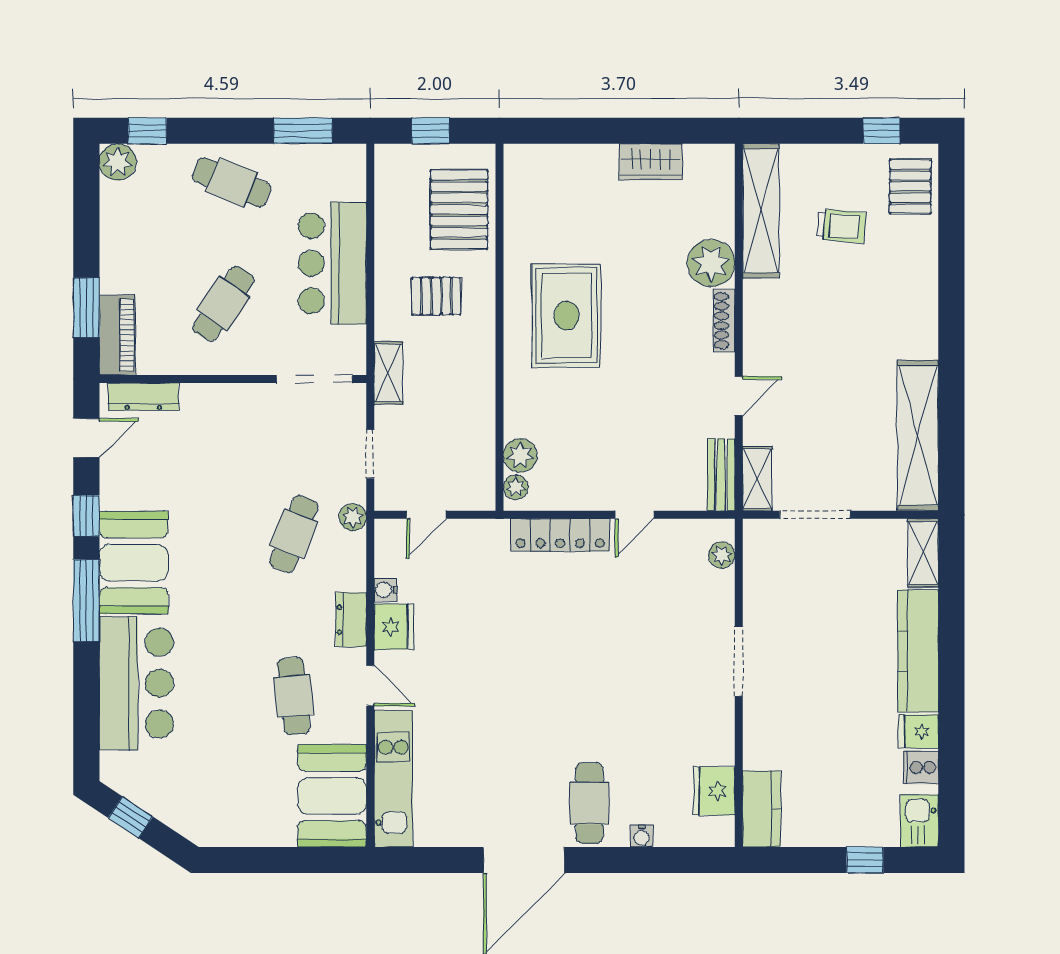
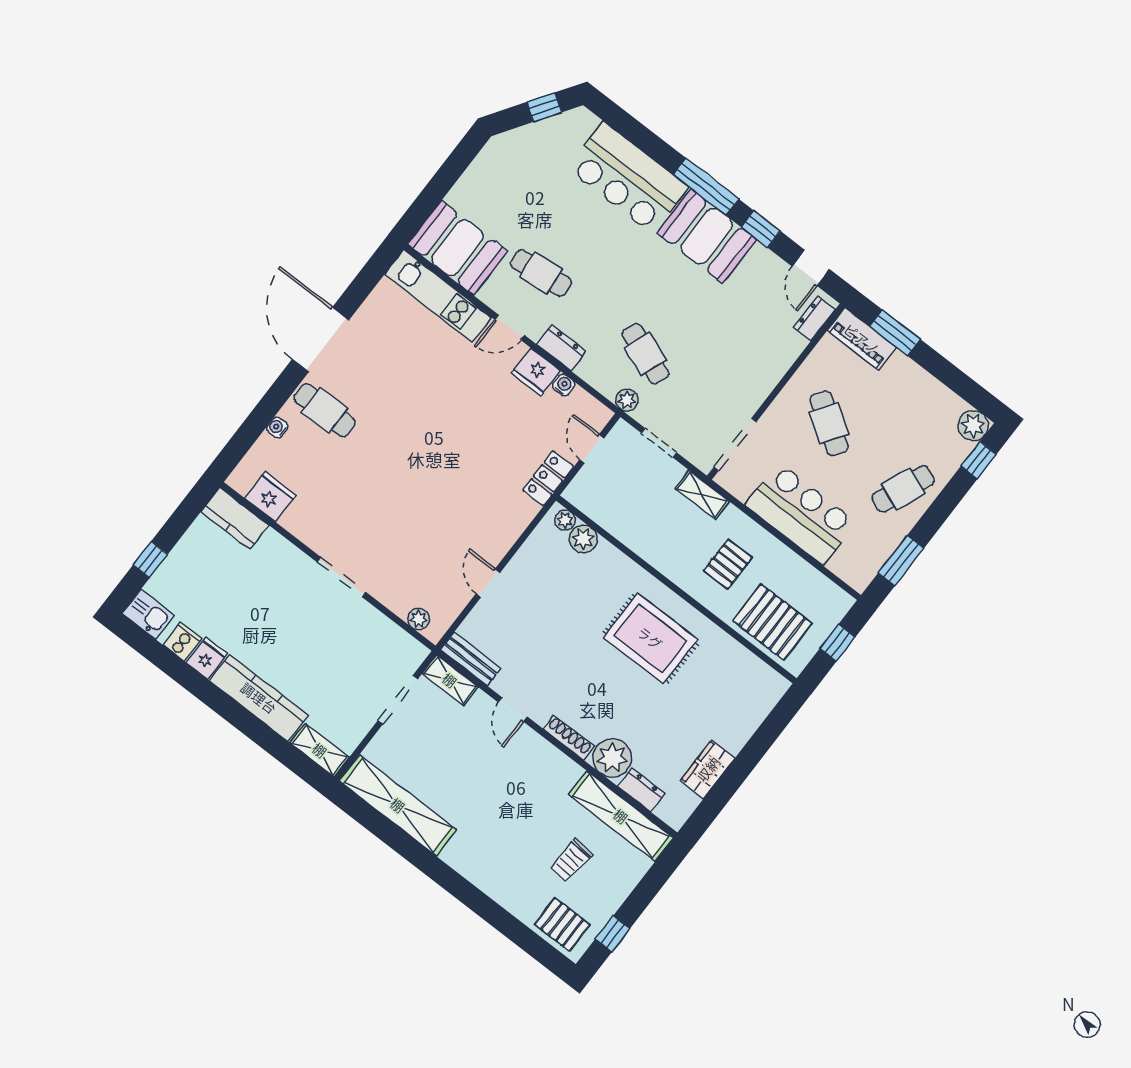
dresser: (720, 211) -> (641, 790), added
dresser: (143, 397) -> (814, 318), width x0.70
locker: (560, 535) -> (548, 478), moved, width x0.66

